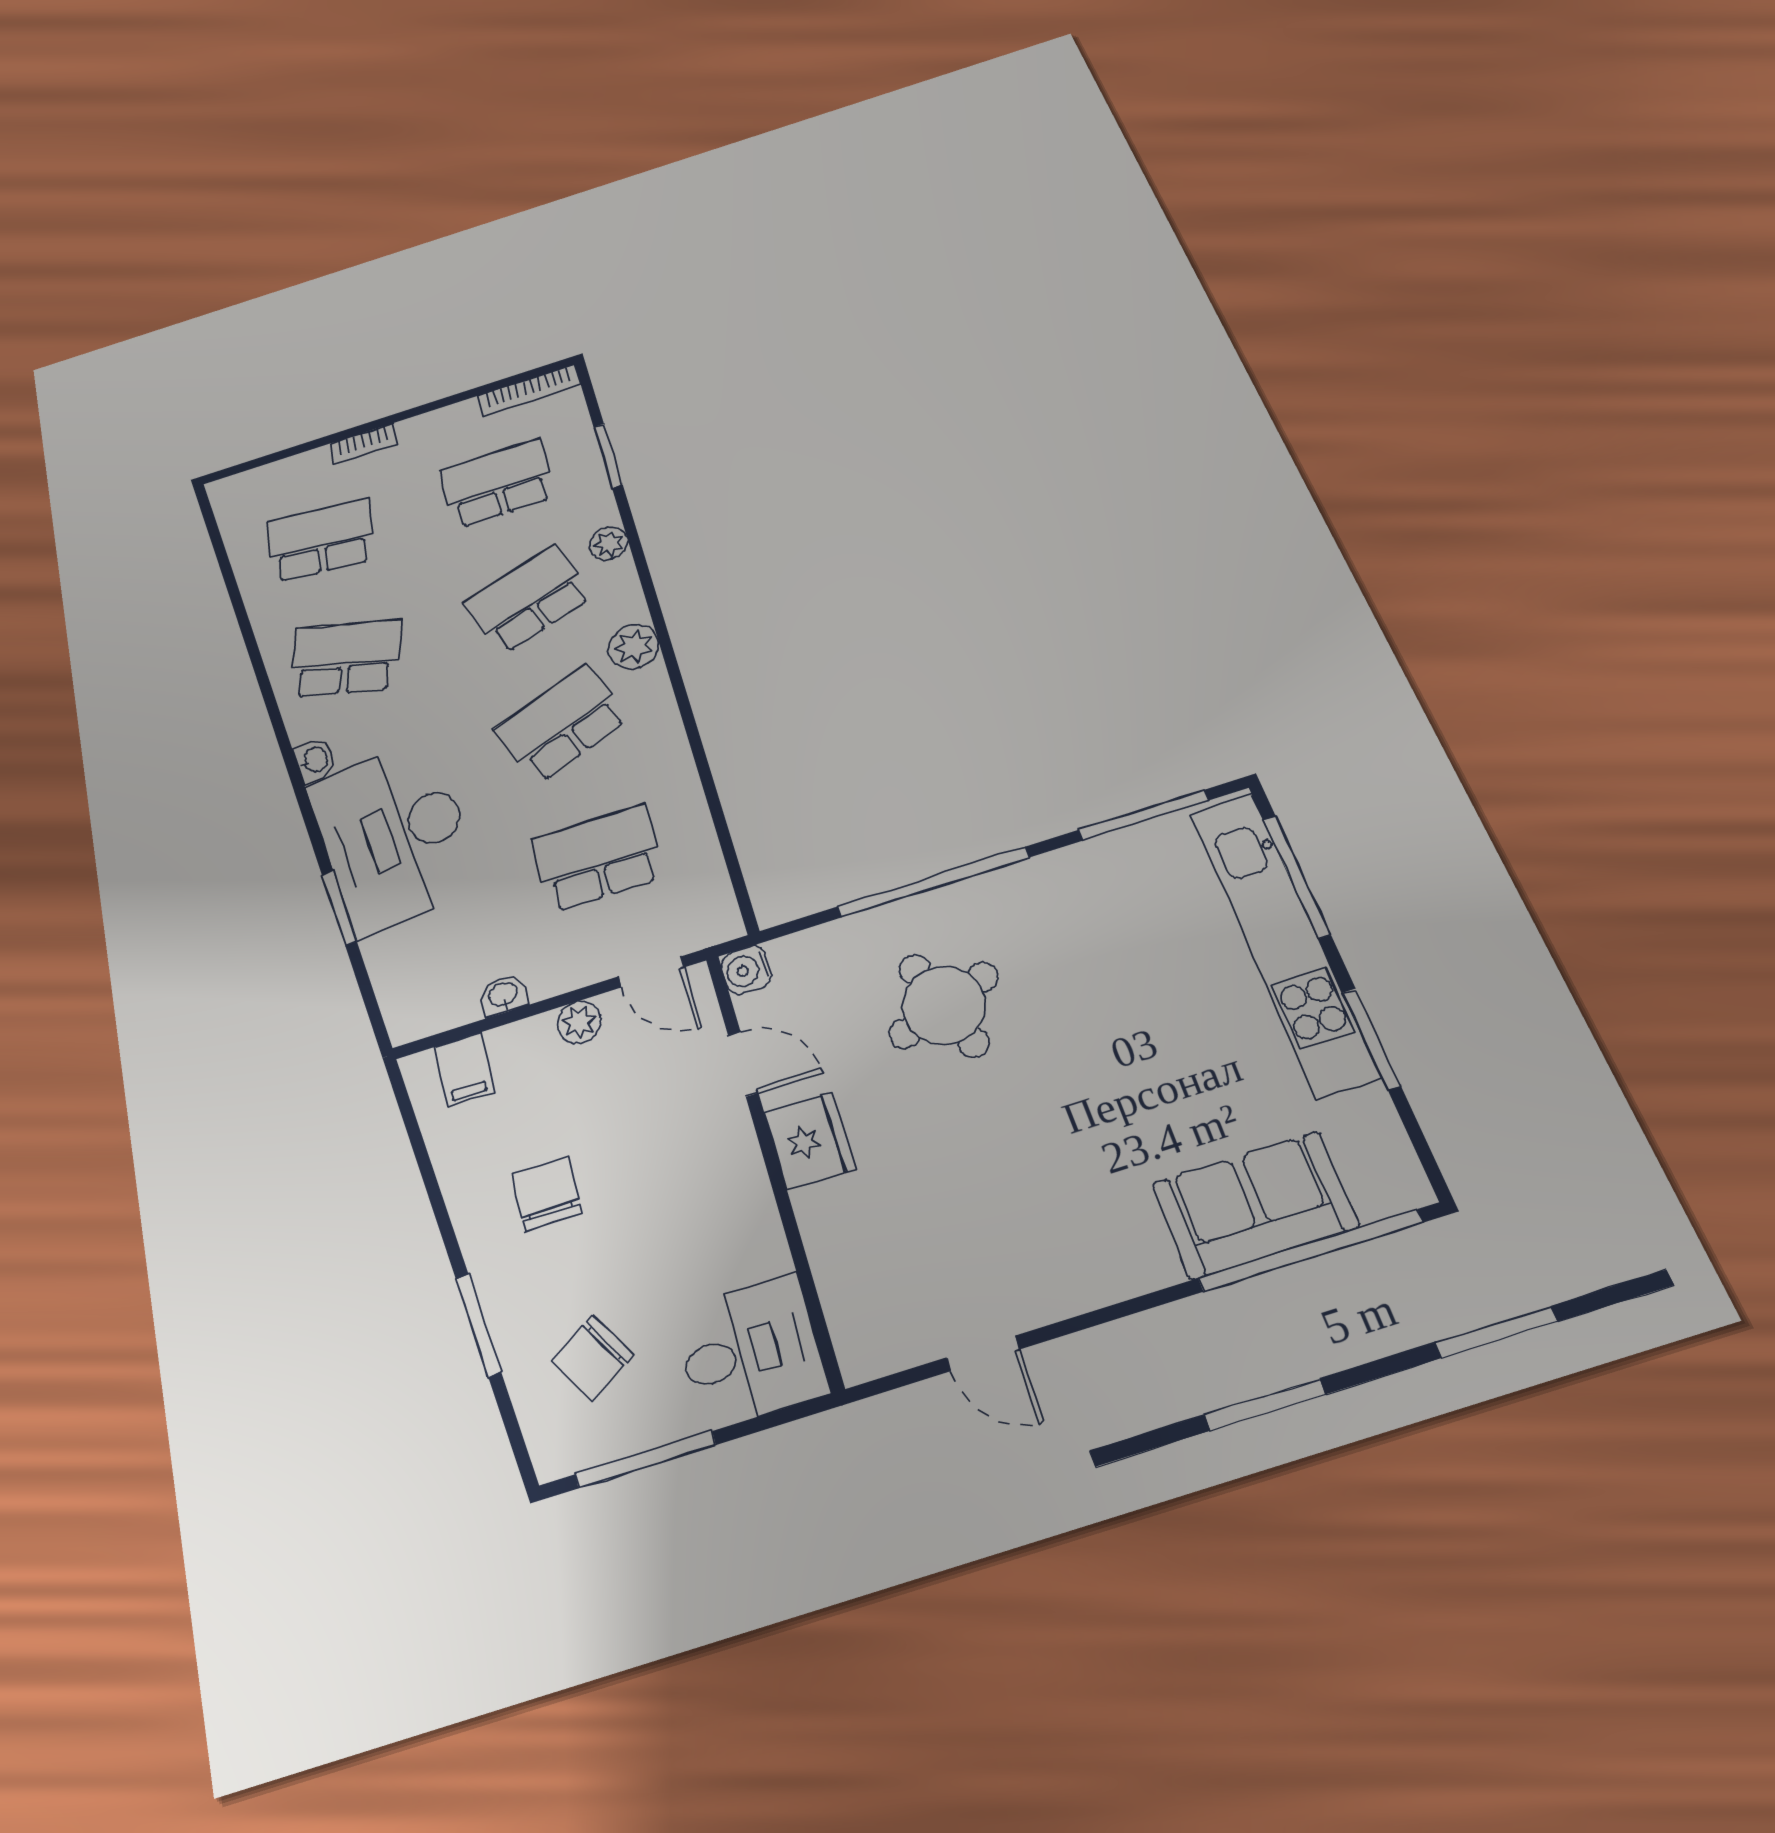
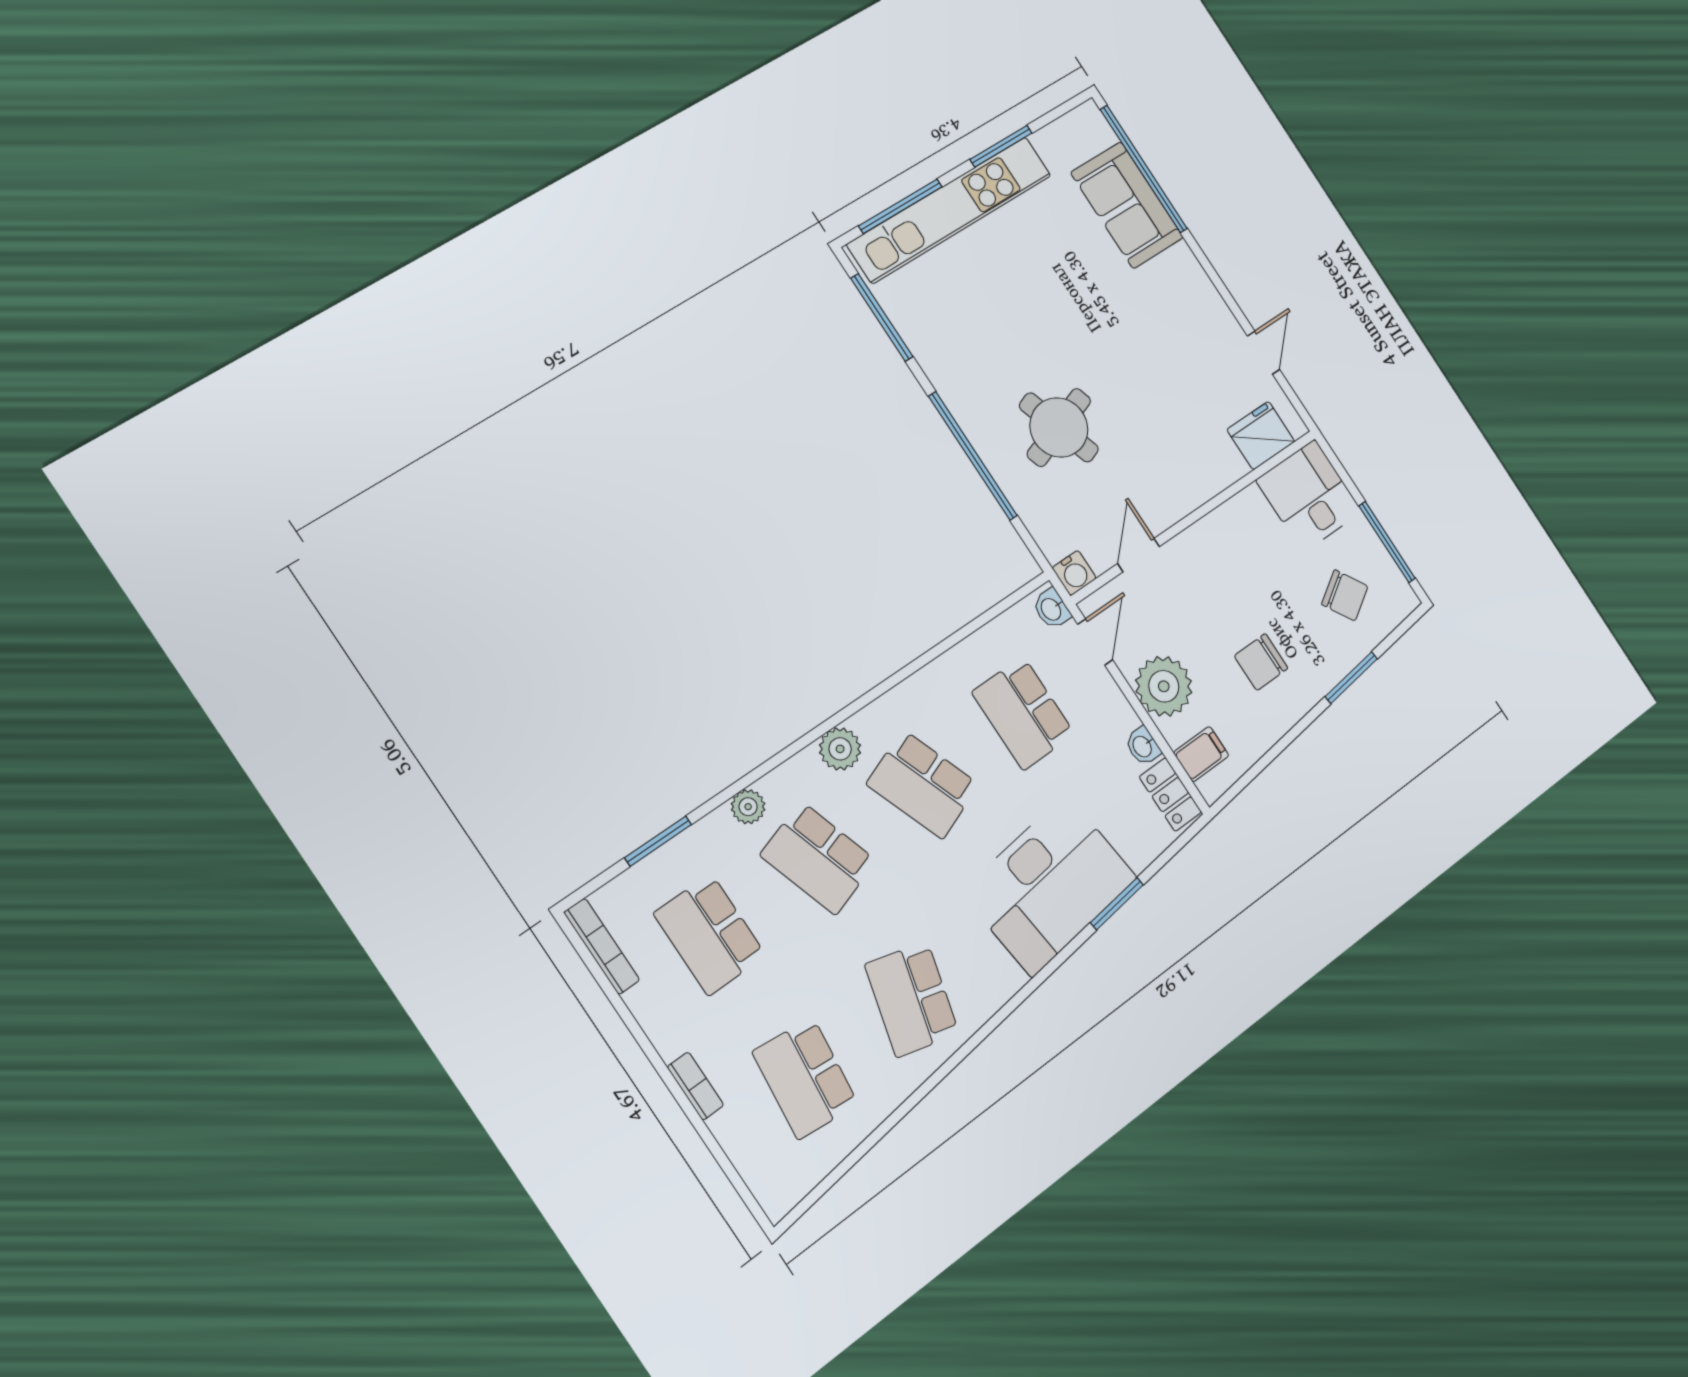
washbasin: (315, 760) -> (1052, 609), moved, turned -83
locker: (433, 1013) -> (1170, 794), added
plant: (579, 1022) -> (1164, 686), width x1.87, depth x1.87
fridge: (809, 1141) -> (1261, 435), moved

